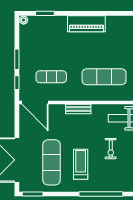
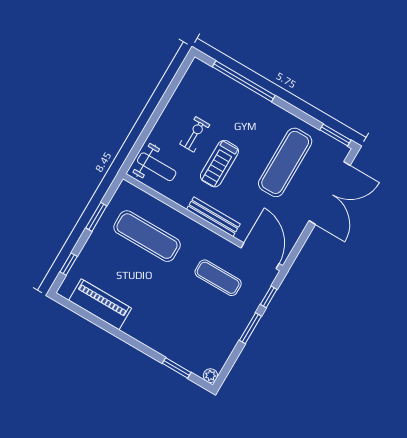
piano: (86, 24) -> (100, 304), moved
bench: (78, 109) -> (213, 217), width x1.36
treadmill: (81, 164) -> (219, 164), moved

